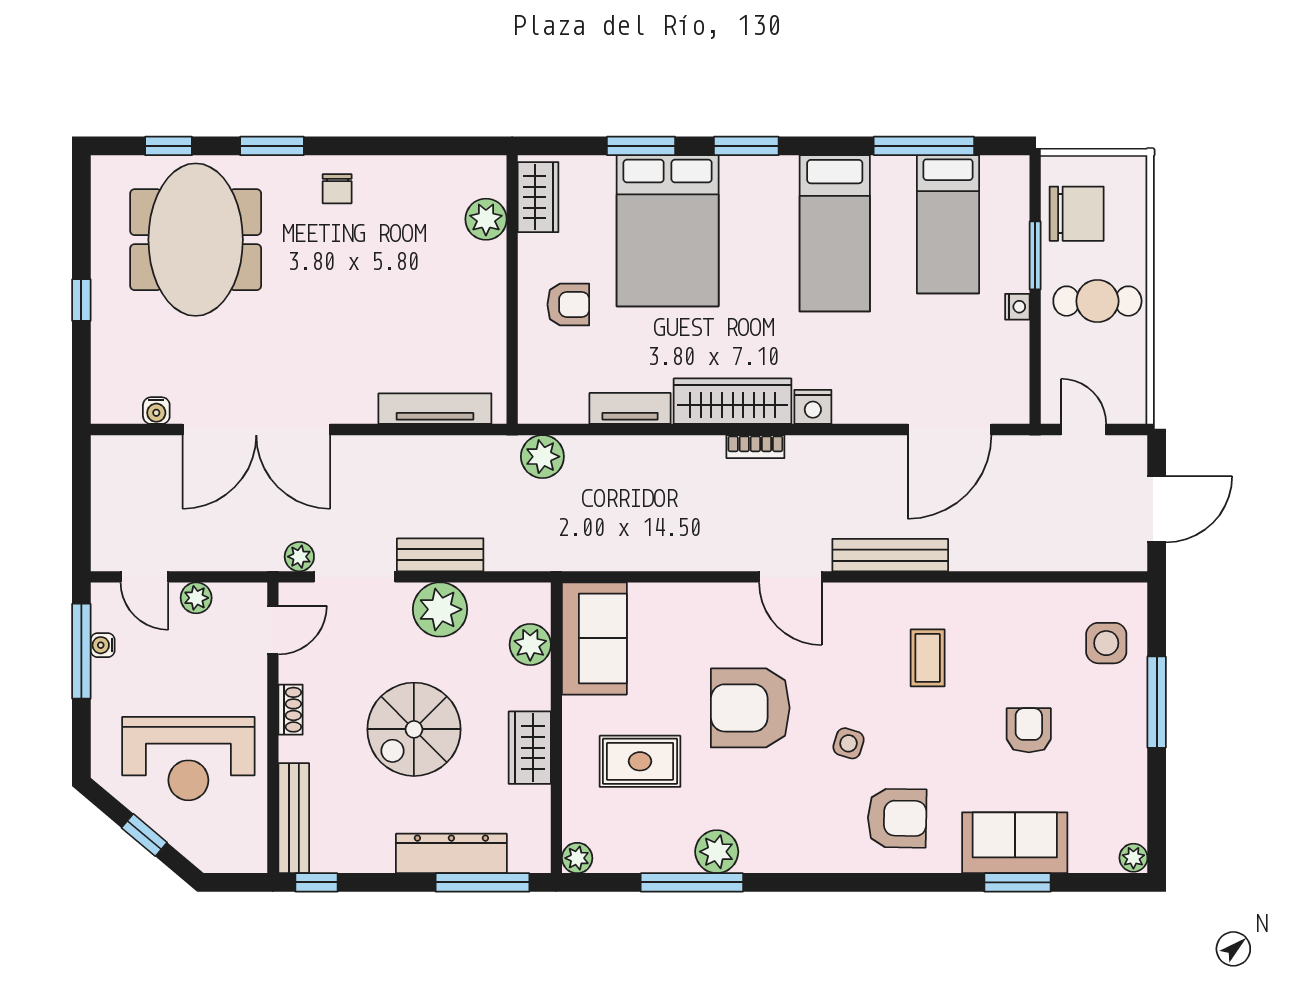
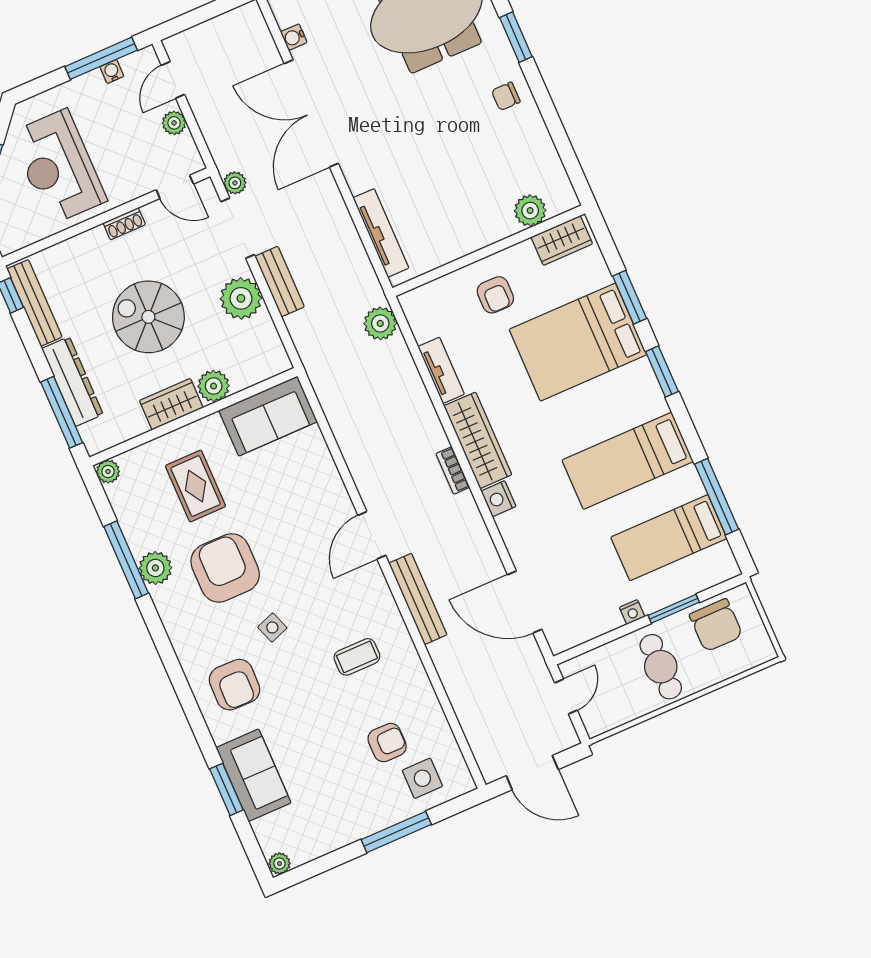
plant: (530, 645) -> (214, 386), moved
armchair: (750, 708) -> (225, 568), moved
armchair: (1029, 730) -> (387, 743), moved
side table: (849, 743) -> (272, 627), turned -37
bench: (294, 818) -> (34, 303), moved, turned 90

